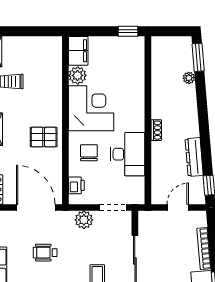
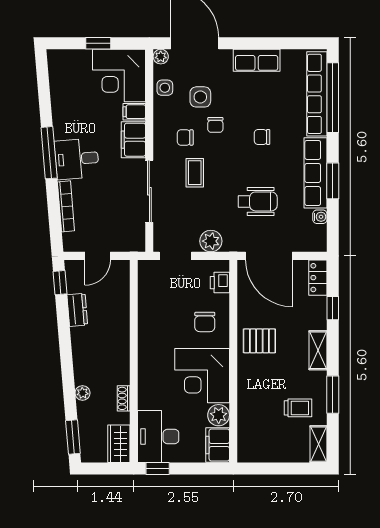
wardrobe: (160, 52) -> (119, 444), added
plant: (189, 78) -> (83, 393), moved
shoe rack: (156, 130) -> (124, 398), moved
desk: (128, 154) -> (158, 437), moved
dresser: (194, 157) -> (77, 310), width x0.70
wheelchair: (45, 253) -> (258, 201), width x1.36, depth x1.37

